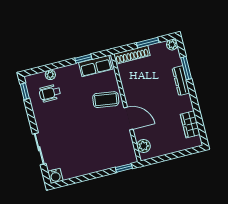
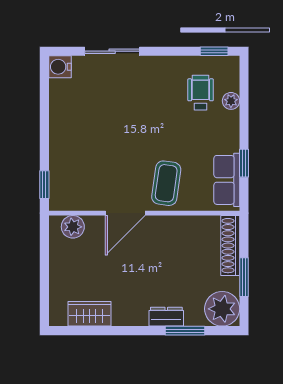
plant: (172, 45) -> (222, 309), width x1.88, depth x1.88
dresser: (181, 81) -> (166, 317), width x0.70

